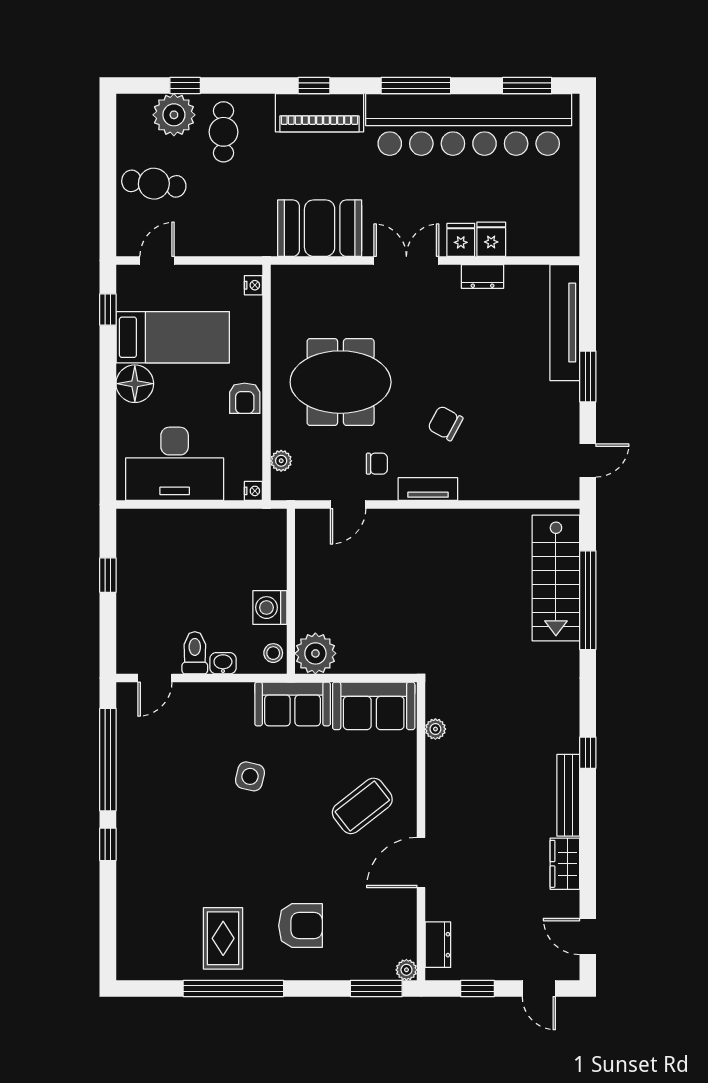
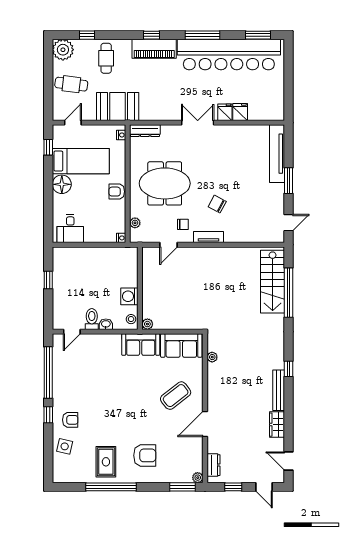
plant: (174, 115) -> (63, 50), moved
booth: (320, 228) -> (118, 106), moved
dresser: (483, 276) -> (145, 131), moved, width x1.44
armchair: (245, 398) -> (117, 192), turned 90
desk: (175, 464) -> (70, 229), width x0.53, depth x0.77
plant: (315, 653) -> (147, 324), width x0.53, depth x0.53
side table: (250, 776) -> (65, 446), moved
armchair: (152, 855) -> (70, 420), added

